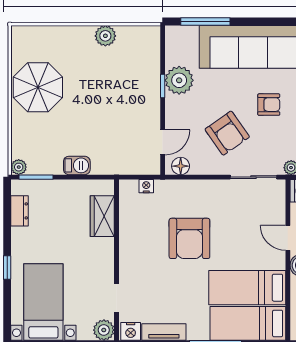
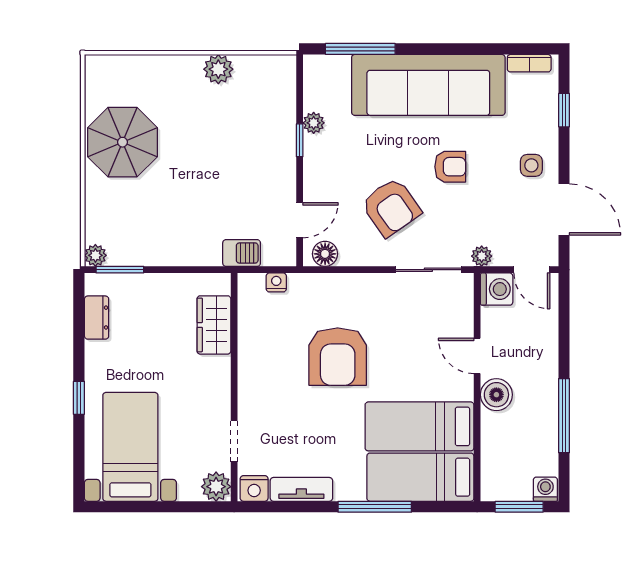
plant: (179, 80) -> (314, 123), width x0.53, depth x0.53
barbecue: (77, 165) -> (242, 253), moved

